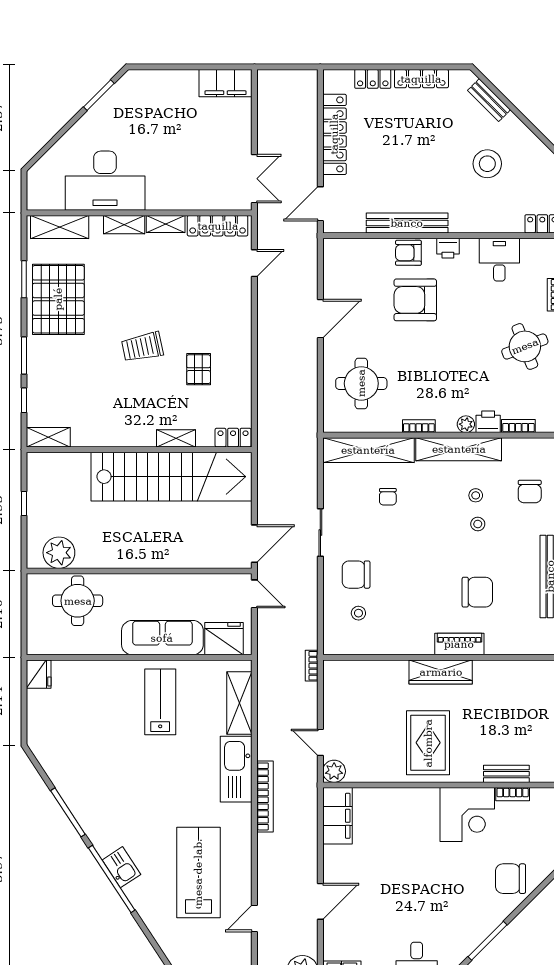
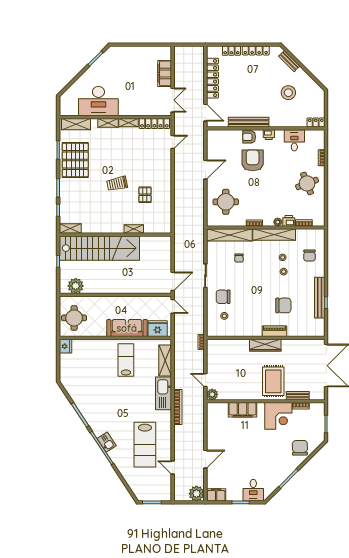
filing cabinet: (225, 83) -> (165, 73), moved, turned 90
door: (320, 204) -> (205, 113), swing flipped
armchair: (415, 300) -> (253, 160), turned 90
locker: (233, 438) -> (162, 229), removed
stairs: (172, 477) -> (99, 248), moved
round table: (78, 601) -> (74, 318), moved
rug: (428, 743) -> (273, 381), moved
filing cabinet: (337, 816) -> (243, 410), moved, turned 90
lab bench: (198, 872) -> (145, 445), turned 180
chair: (511, 879) -> (300, 448), turned 89
door: (254, 918) -> (173, 468), hinge flipped

